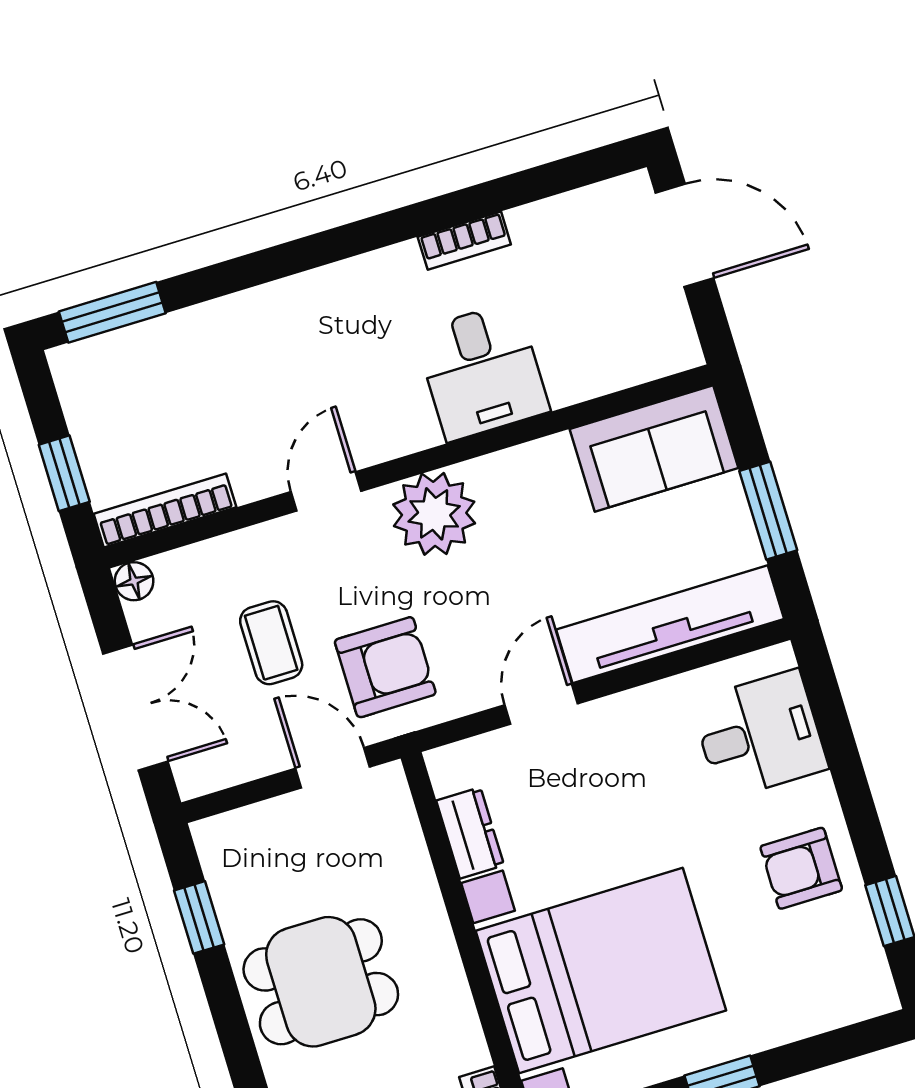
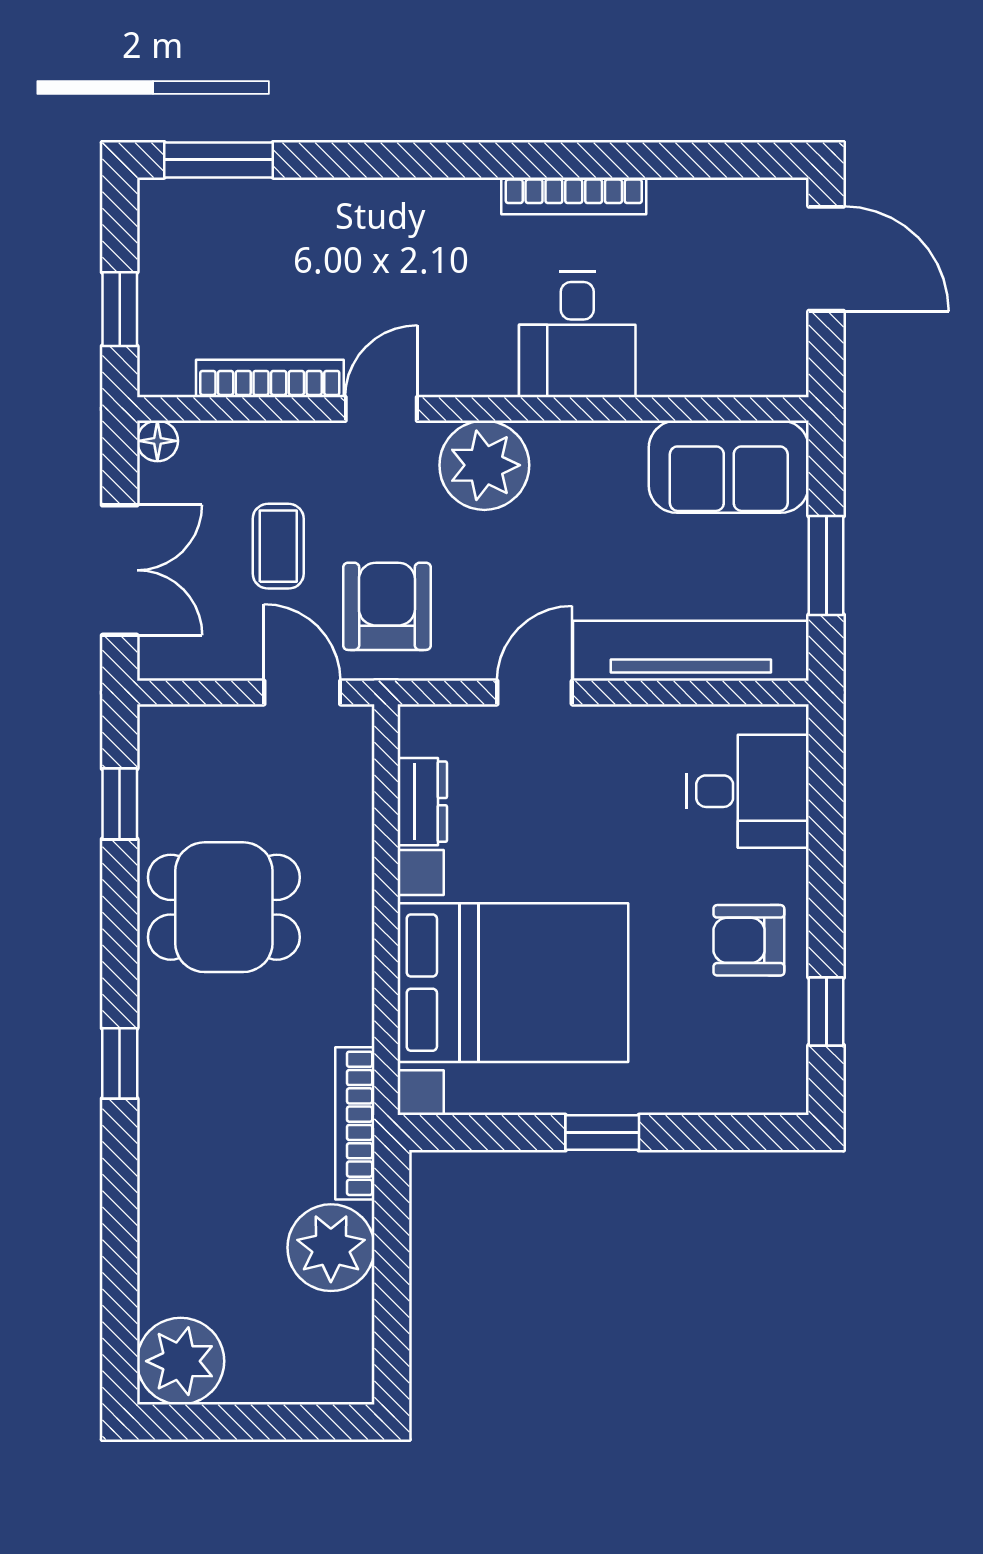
bookcase: (464, 241) -> (574, 196), width x1.56
bookcase: (165, 511) -> (270, 378), moved
armchair: (385, 667) -> (387, 606), turned -90

